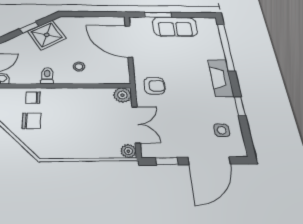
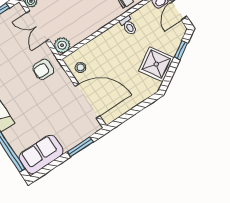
window: (29, 27) -> (181, 50), moved
sofa: (175, 27) -> (41, 154), moved
stool: (79, 67) -> (81, 67), moved

